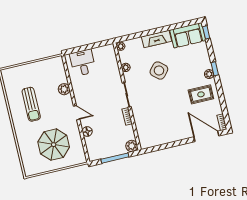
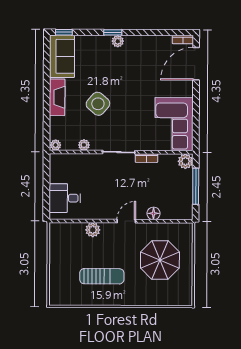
rug: (201, 94) -> (141, 58), removed
corner sofa: (157, 131) -> (174, 124), added

